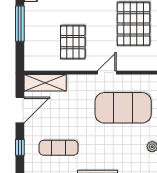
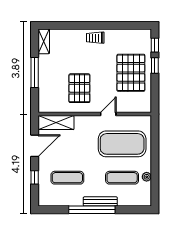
exercise mat: (123, 148) -> (122, 178), added

